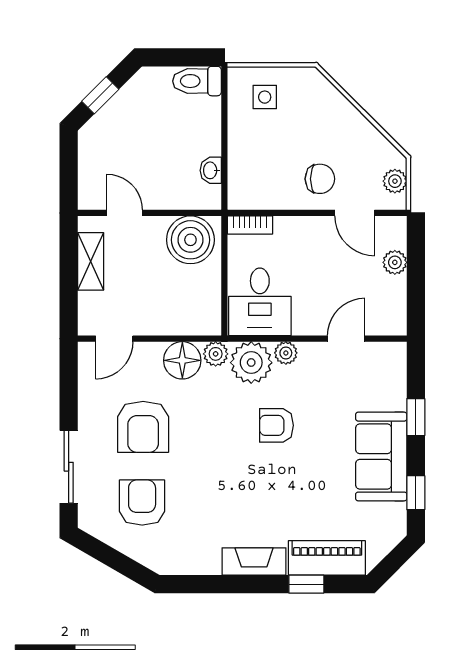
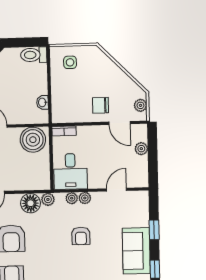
chair: (320, 179) -> (101, 105), turned 180
plant: (251, 363) -> (72, 198), width x0.53, depth x0.53
armchair: (276, 425) -> (81, 236), turned -90

